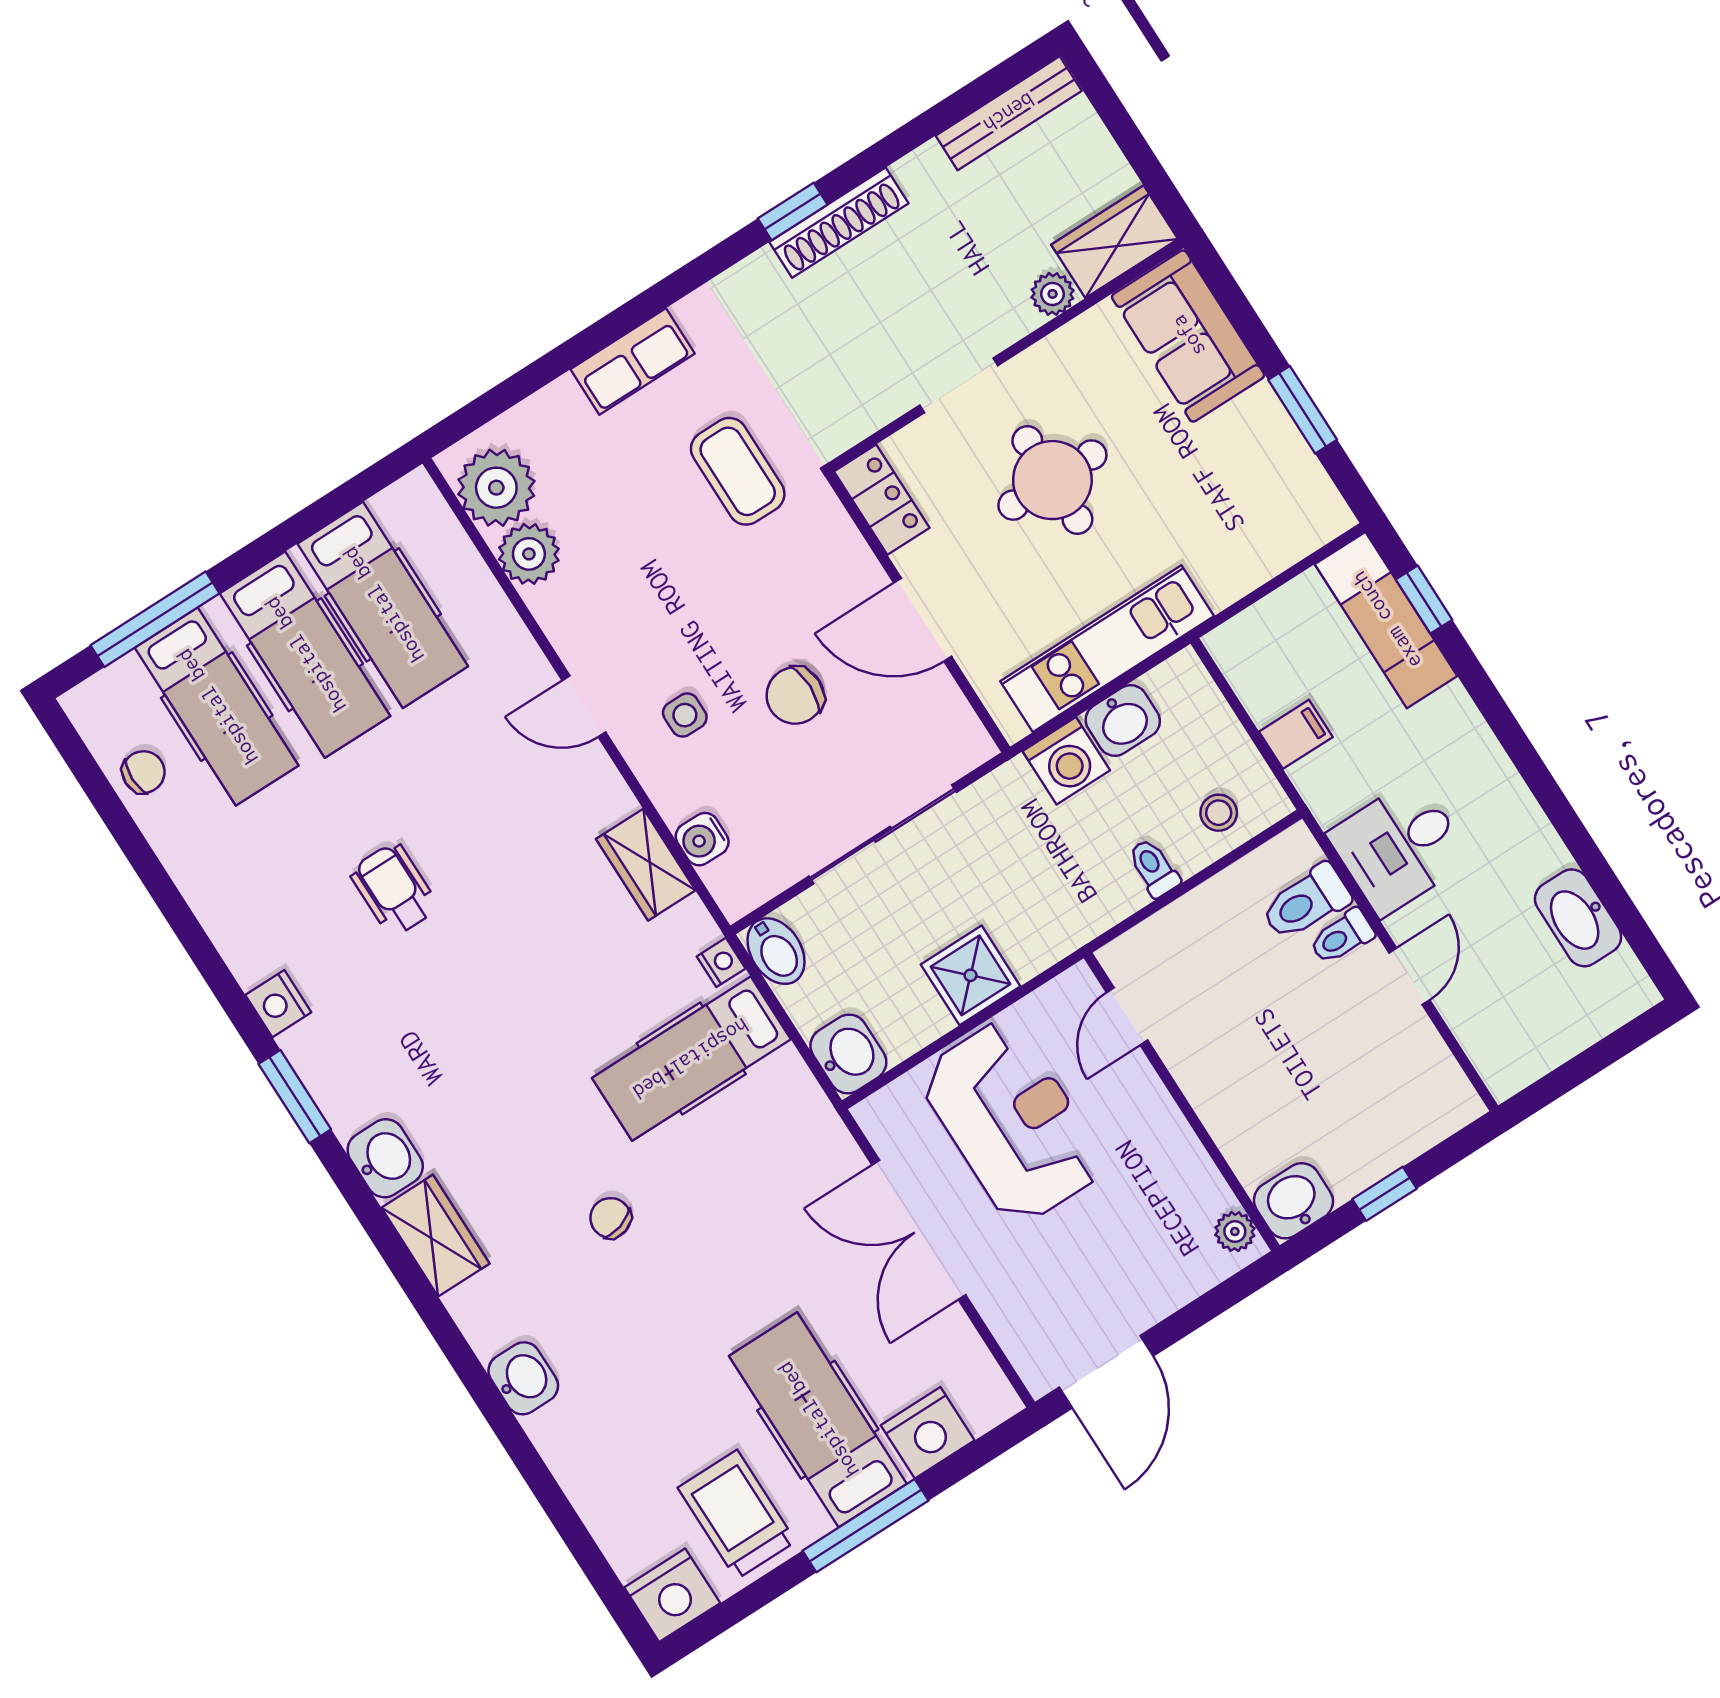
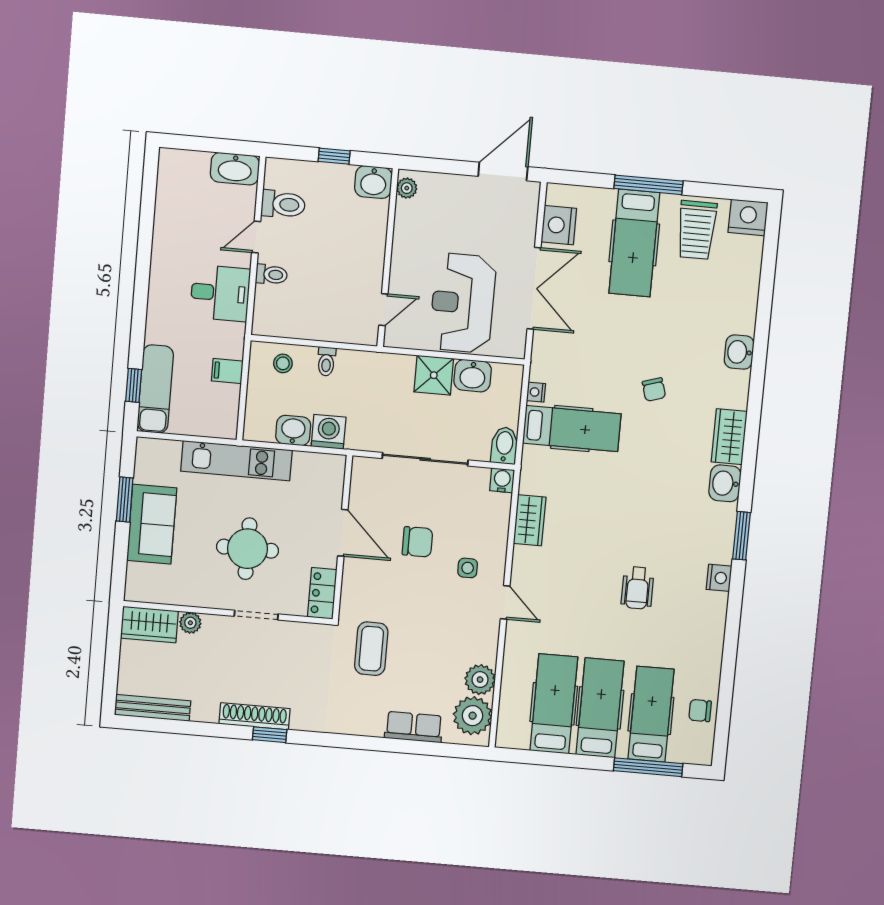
sofa: (1188, 336) -> (152, 524), moved
row of seats: (633, 361) -> (414, 727), moved
kitchen unit: (1107, 649) -> (236, 461), moved
water cooler: (702, 839) -> (502, 480), moved, turned -90
toilet: (1306, 902) -> (283, 204), moved
washbasin: (1578, 918) -> (235, 169), moved, turned 90
nightstand: (721, 962) -> (536, 392), moved
washbasin: (848, 1054) -> (473, 376), moved, turned -90
nightstand: (928, 1433) -> (559, 225), moved, turned -90

